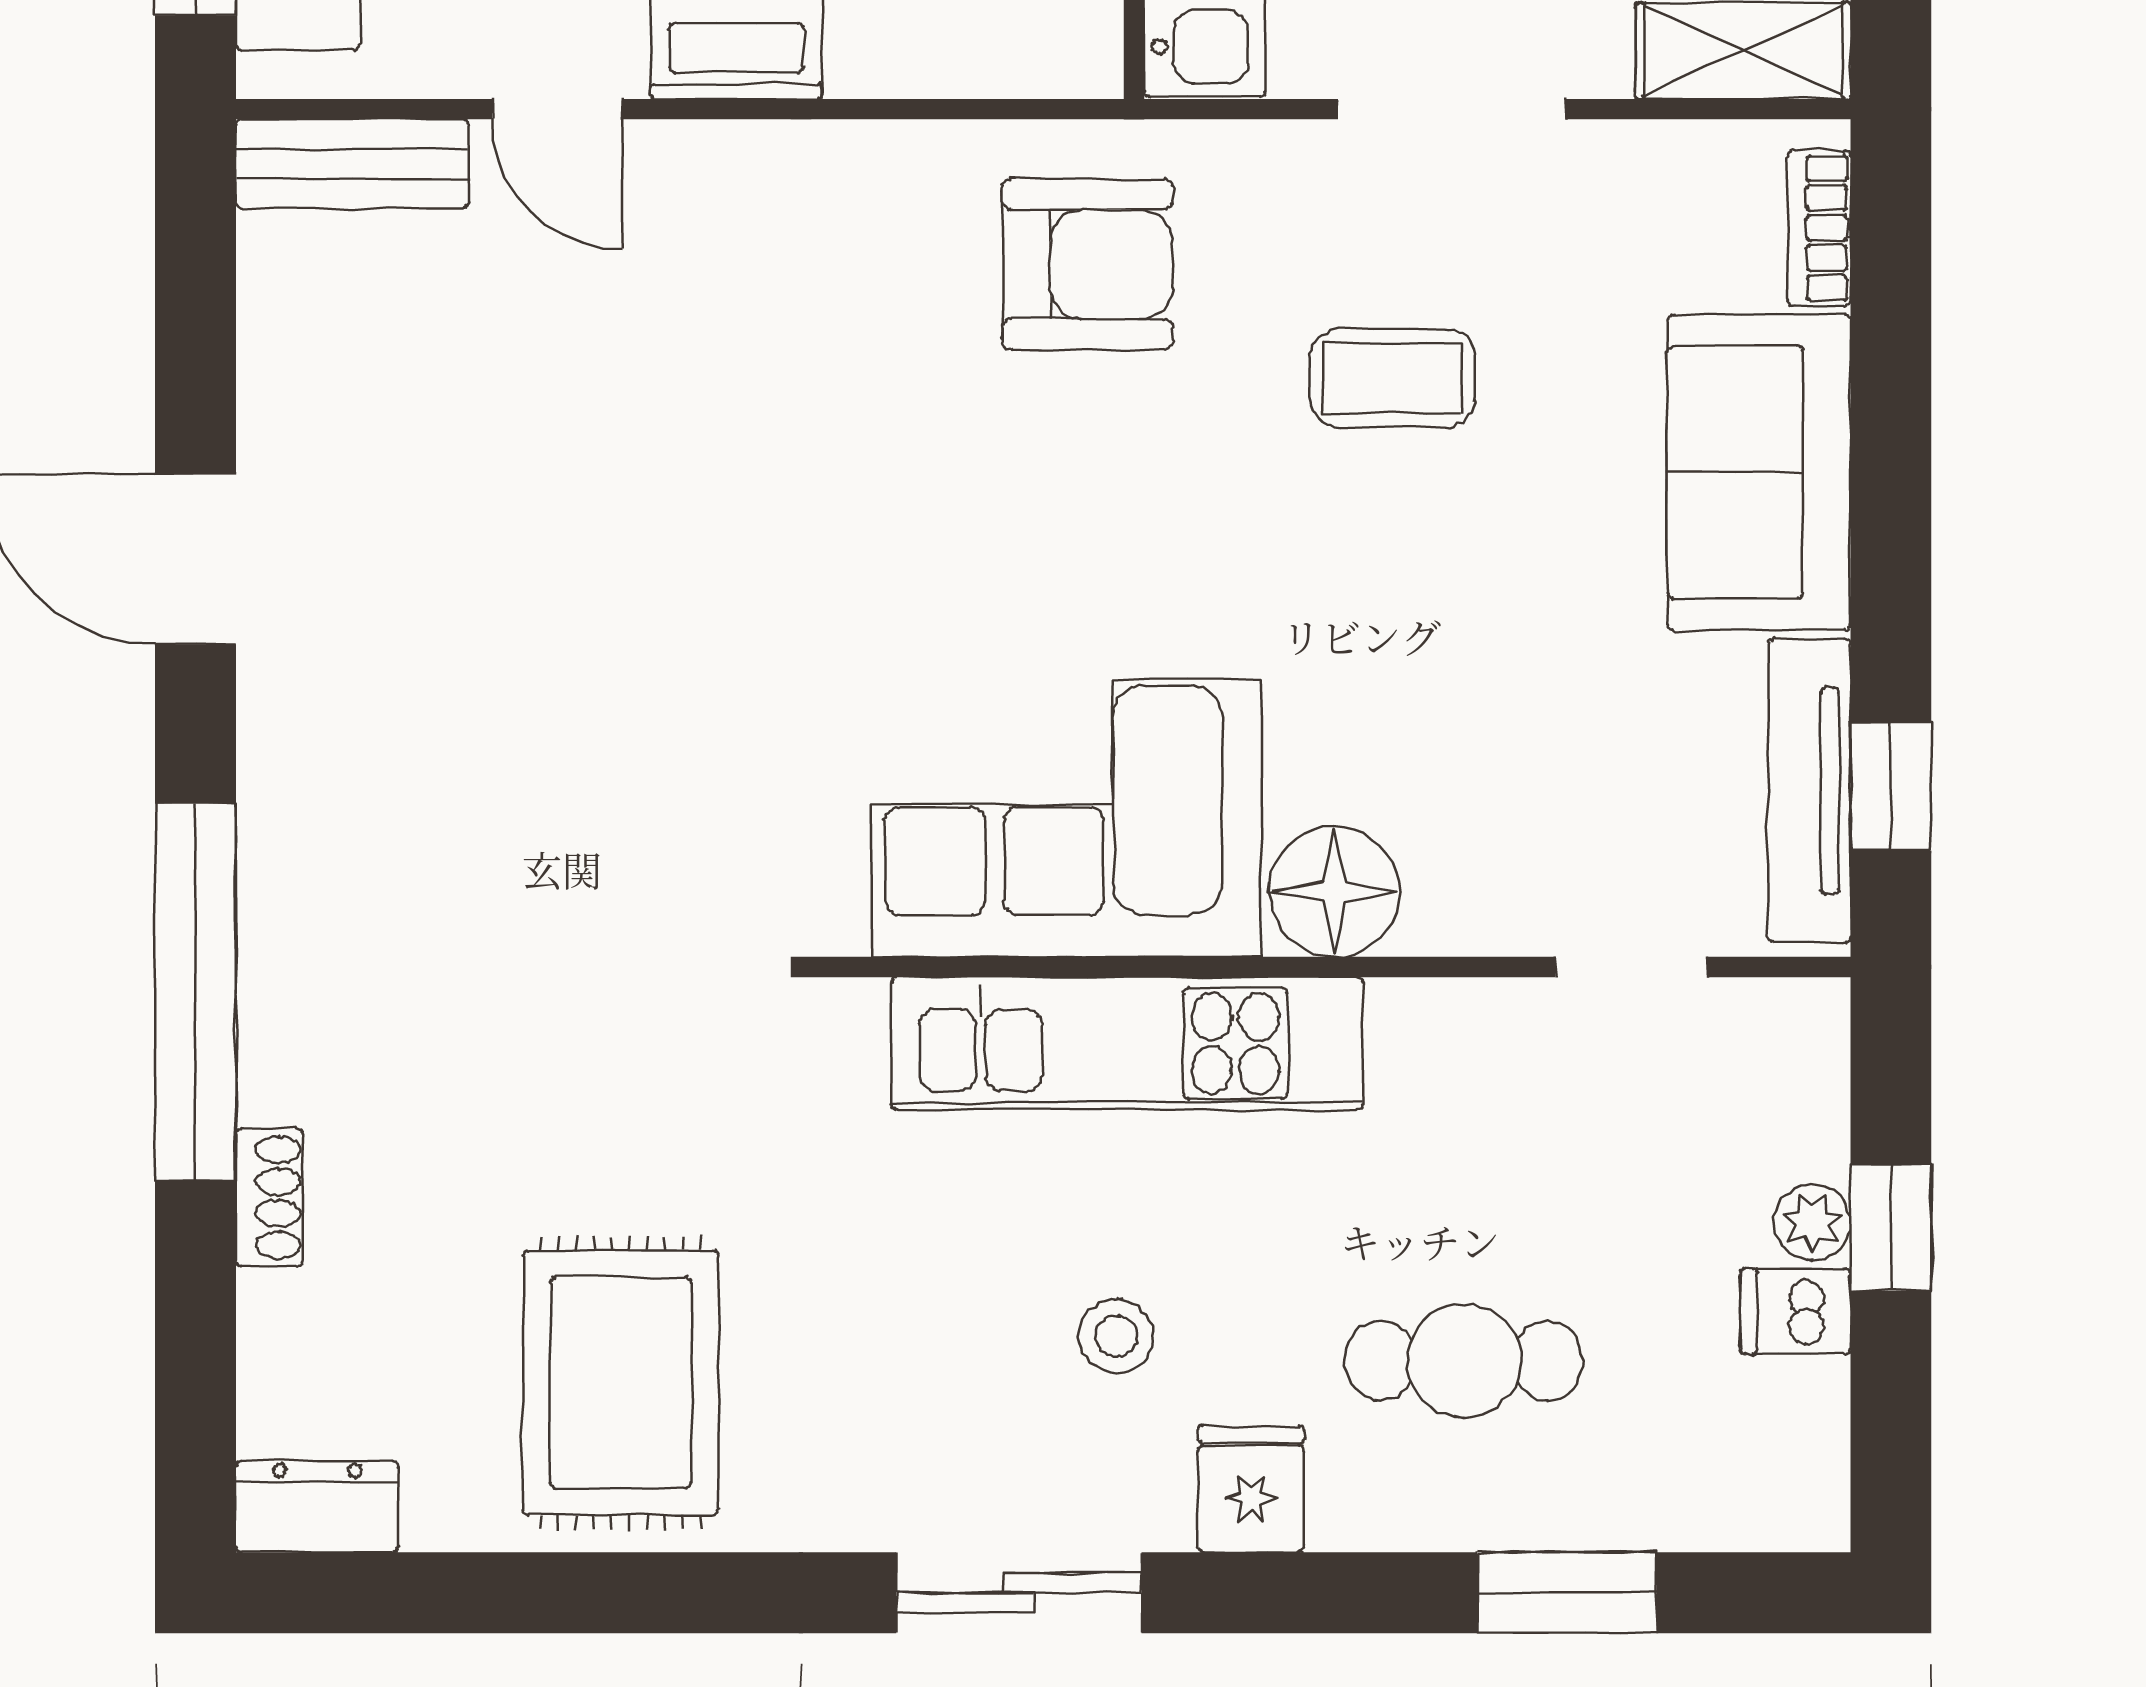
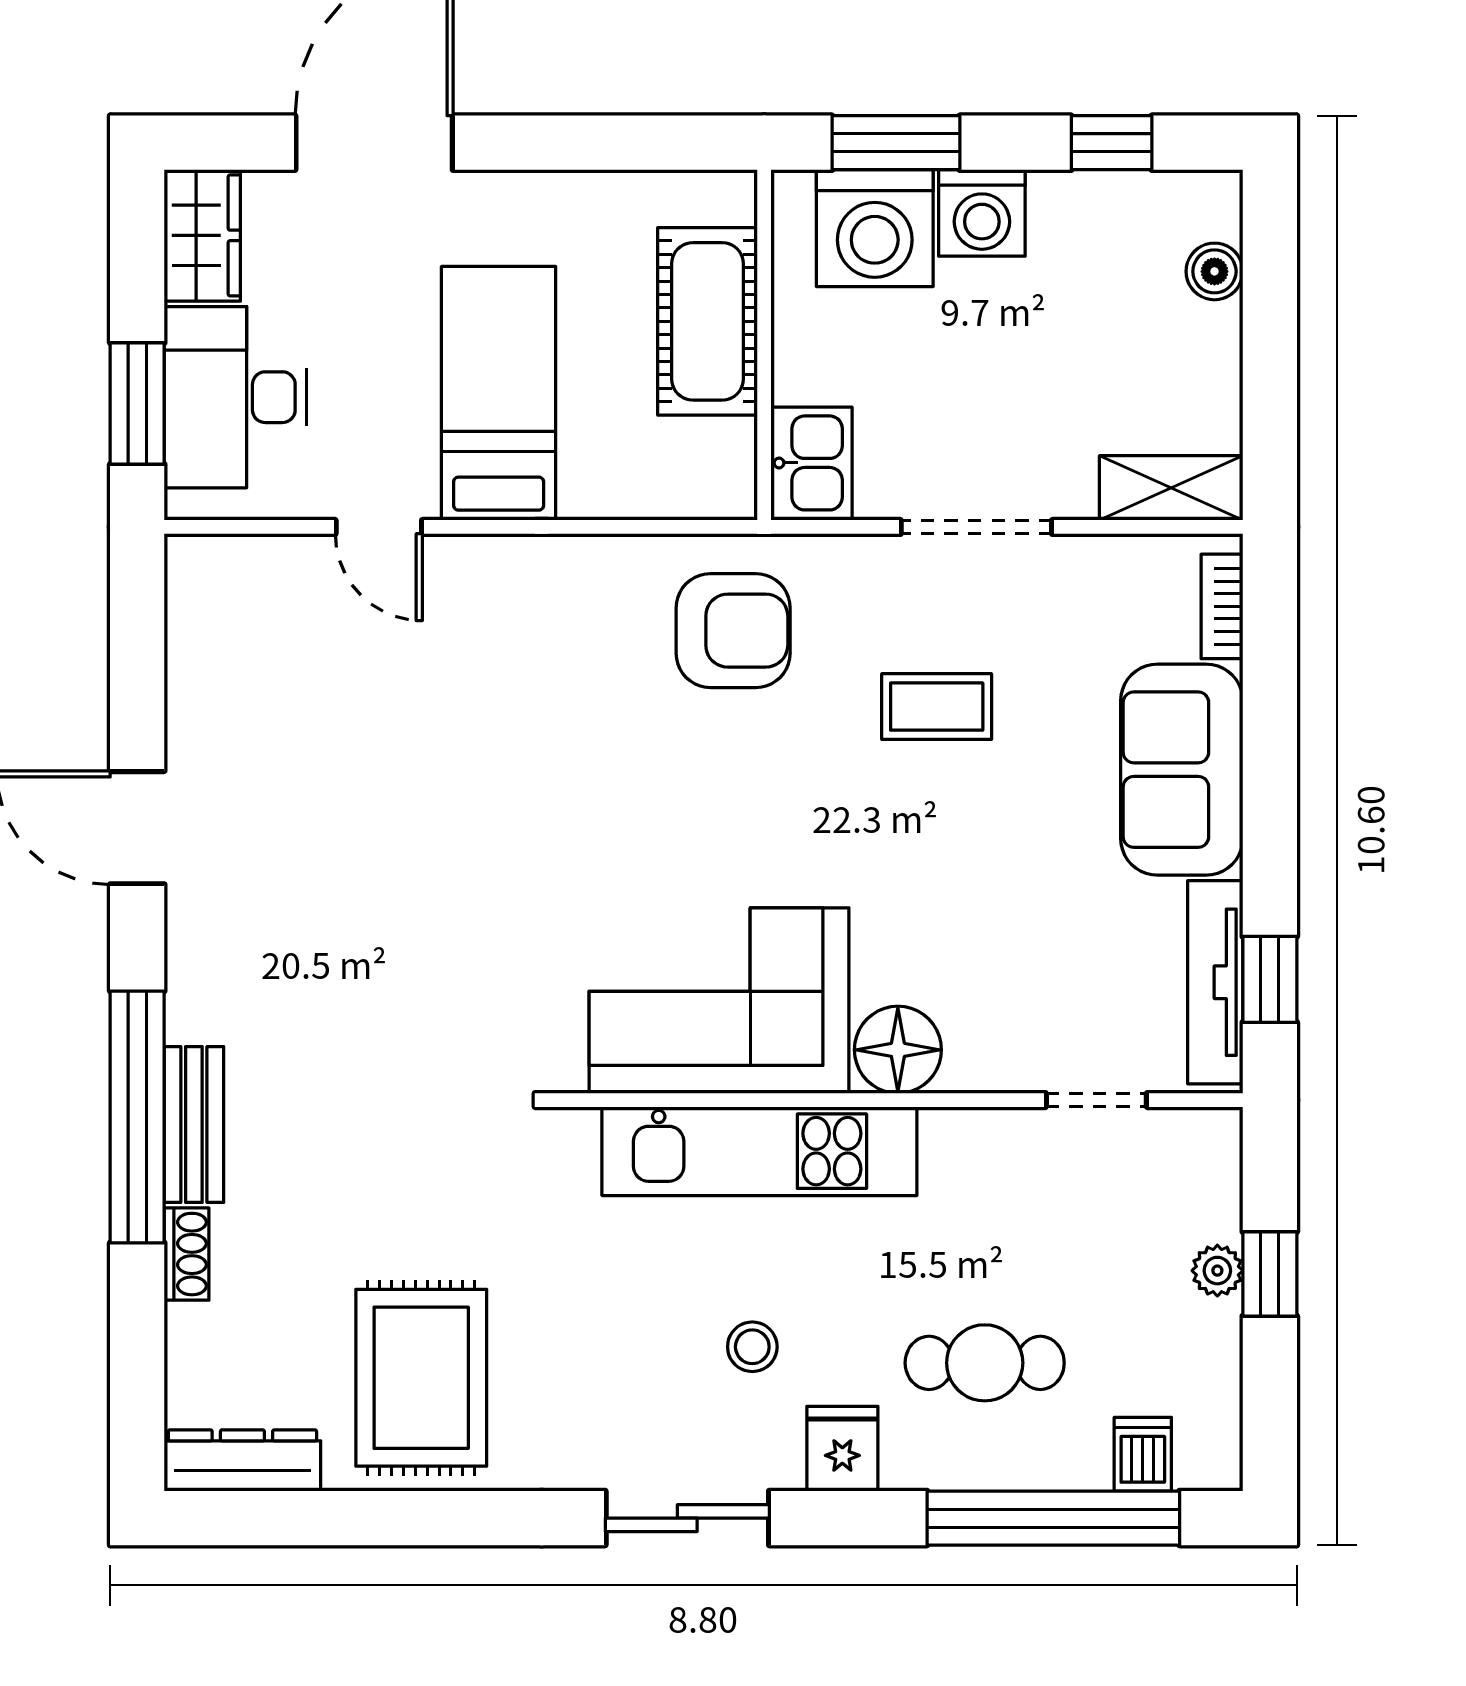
bench: (352, 164) -> (194, 1125), moved, turned 90
dishwasher: (1795, 1311) -> (1143, 1454), moved, turned 90
dresser: (317, 1506) -> (242, 1460), width x1.44
window: (1567, 1593) -> (1053, 1518), width x2.11

